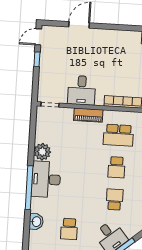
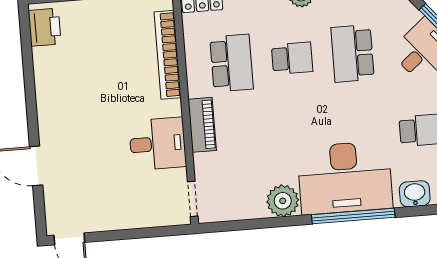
window: (37, 59) -> (111, 235), removed
desk: (46, 179) -> (345, 178), width x1.36, depth x1.30
school desk: (115, 199) -> (353, 53), width x1.85

